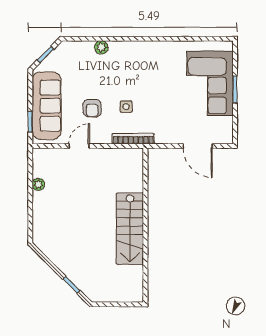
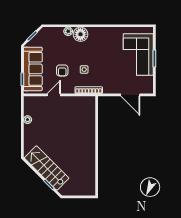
floor lamp: (120, 52) -> (80, 34), added
stairs: (130, 229) -> (47, 168), moved, turned 135

